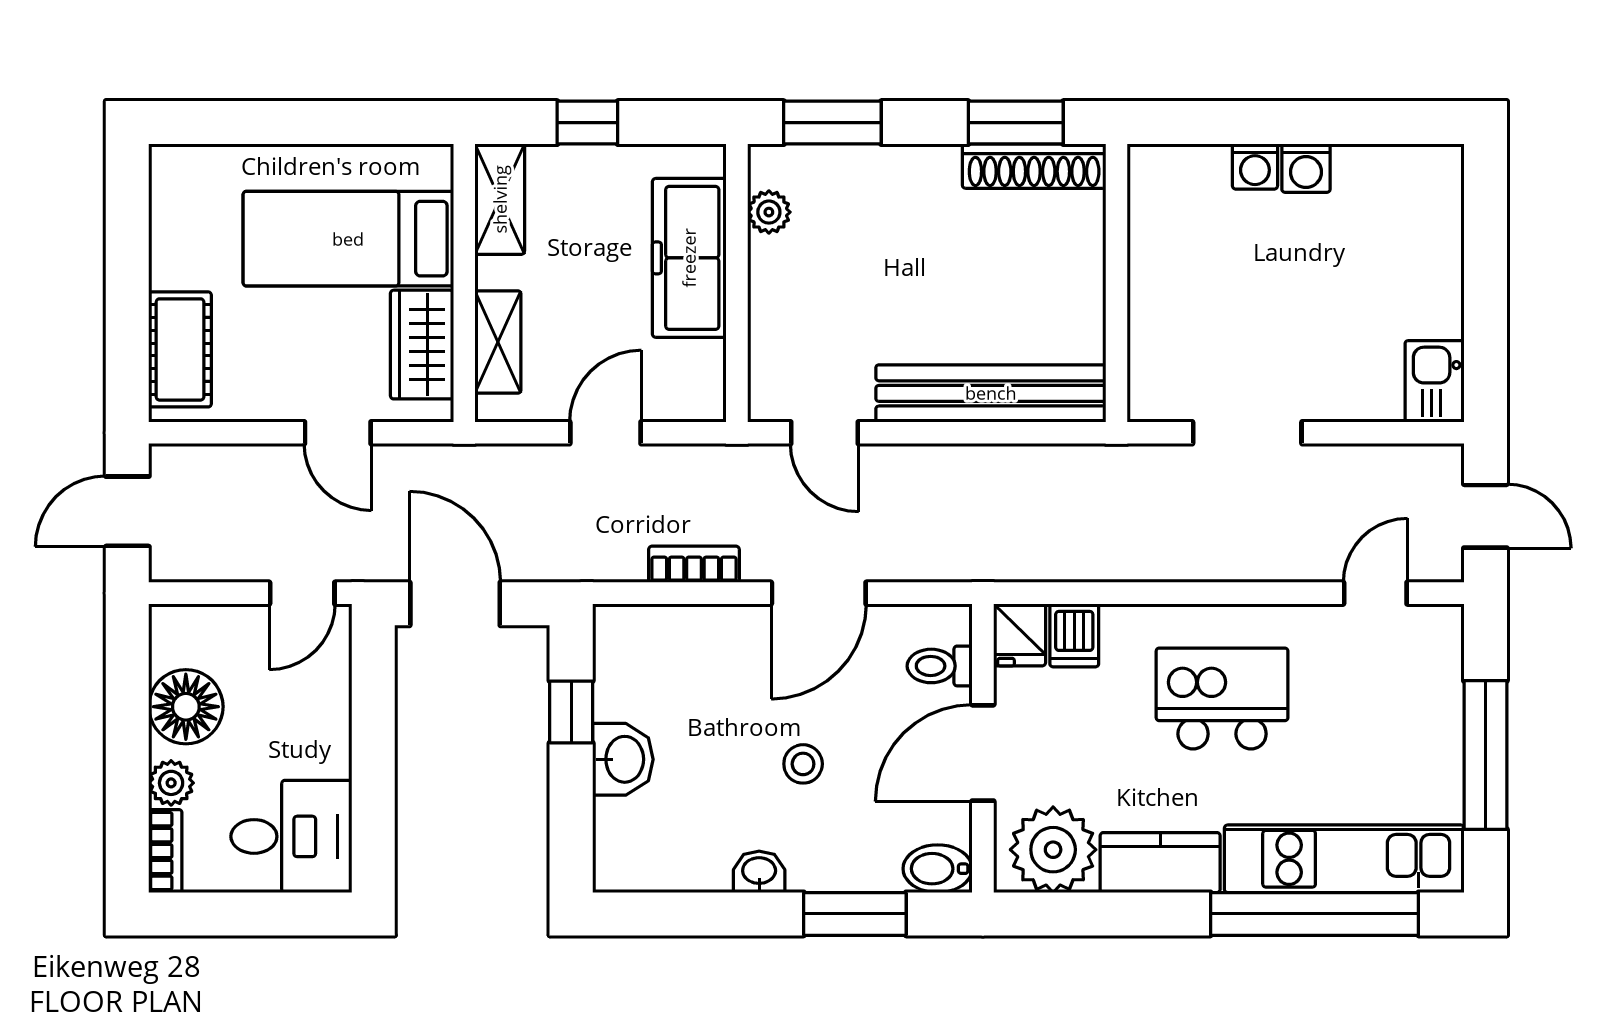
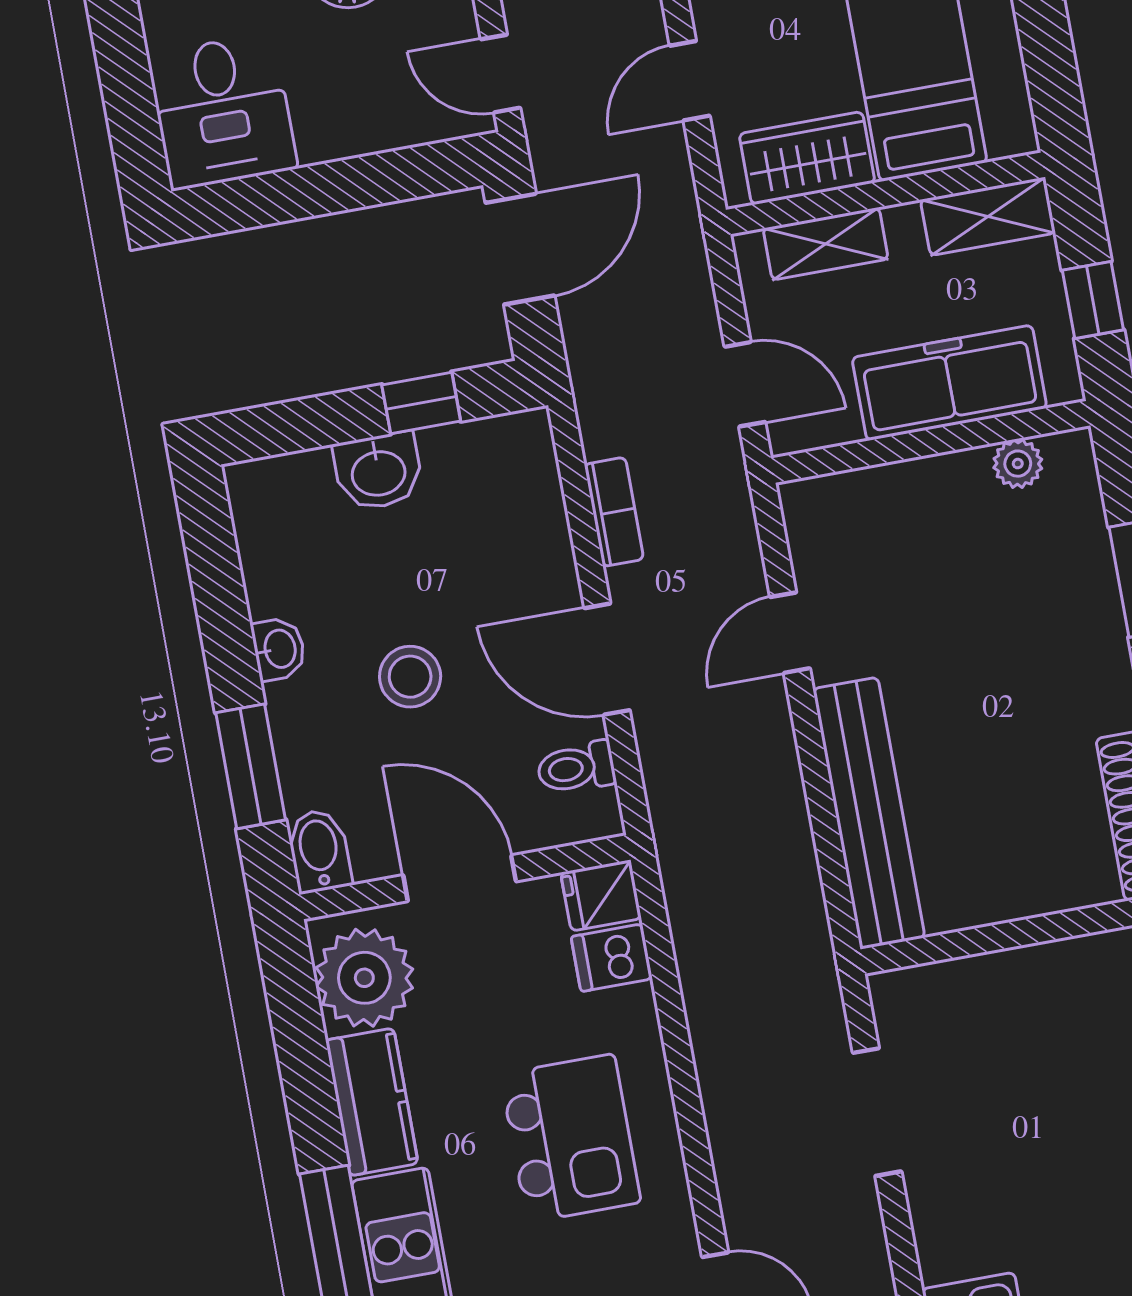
plant: (769, 212) -> (1018, 464), moved
freezer: (689, 258) -> (949, 383), moved
wall: (737, 283) -> (931, 442), moved
toilet: (940, 666) -> (576, 768), moved, turned -90
stool: (803, 764) -> (410, 677), width x1.37, depth x1.37

